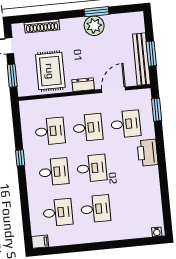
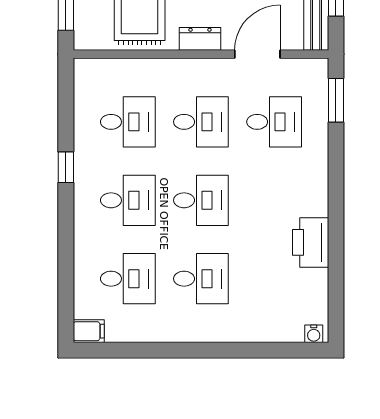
printer: (148, 153) -> (311, 242), moved

